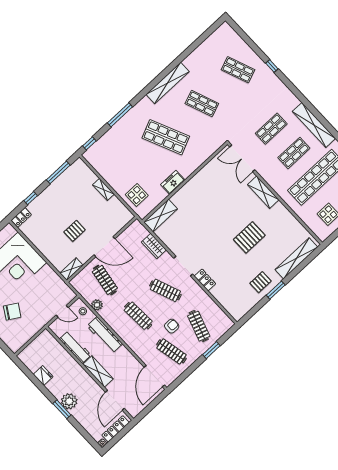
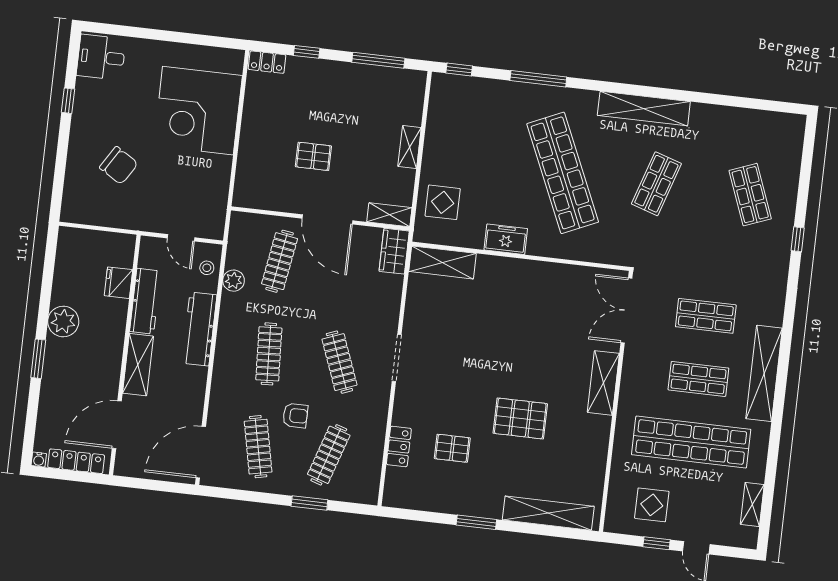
shop shelf: (202, 103) -> (656, 184), turned 39
shop shelf: (166, 137) -> (563, 173), width x1.40
wardrobe: (154, 246) -> (394, 251), moved
shelving: (71, 269) -> (389, 215), moved
locker: (205, 280) -> (399, 446), moved
pallet: (261, 282) -> (452, 448), moved
fridge: (43, 376) -> (118, 283), moved, turned 180
plant: (69, 401) -> (63, 321), moved

